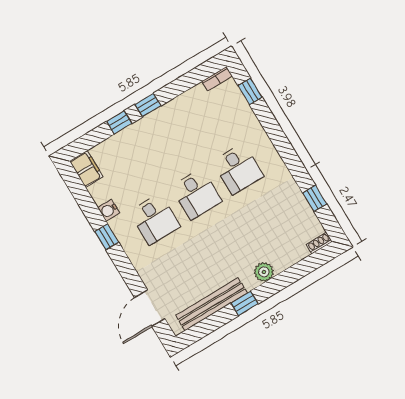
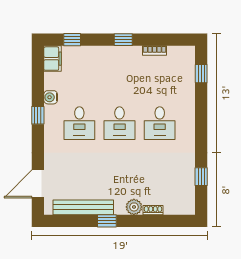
bookcase: (217, 79) -> (155, 50), moved
window: (119, 122) -> (72, 40), moved
shoe rack: (319, 243) -> (153, 210), moved

